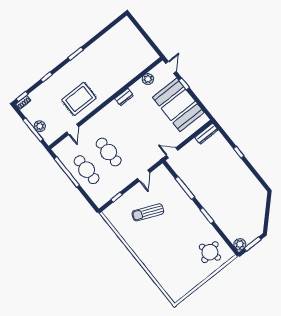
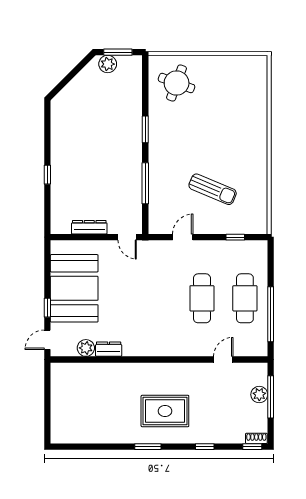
dresser: (124, 97) -> (109, 349), moved
rug: (79, 99) -> (165, 411), moved
dresser: (206, 134) -> (89, 227), moved
plant: (240, 244) -> (108, 64), moved
round table: (210, 252) -> (177, 83), turned 37

